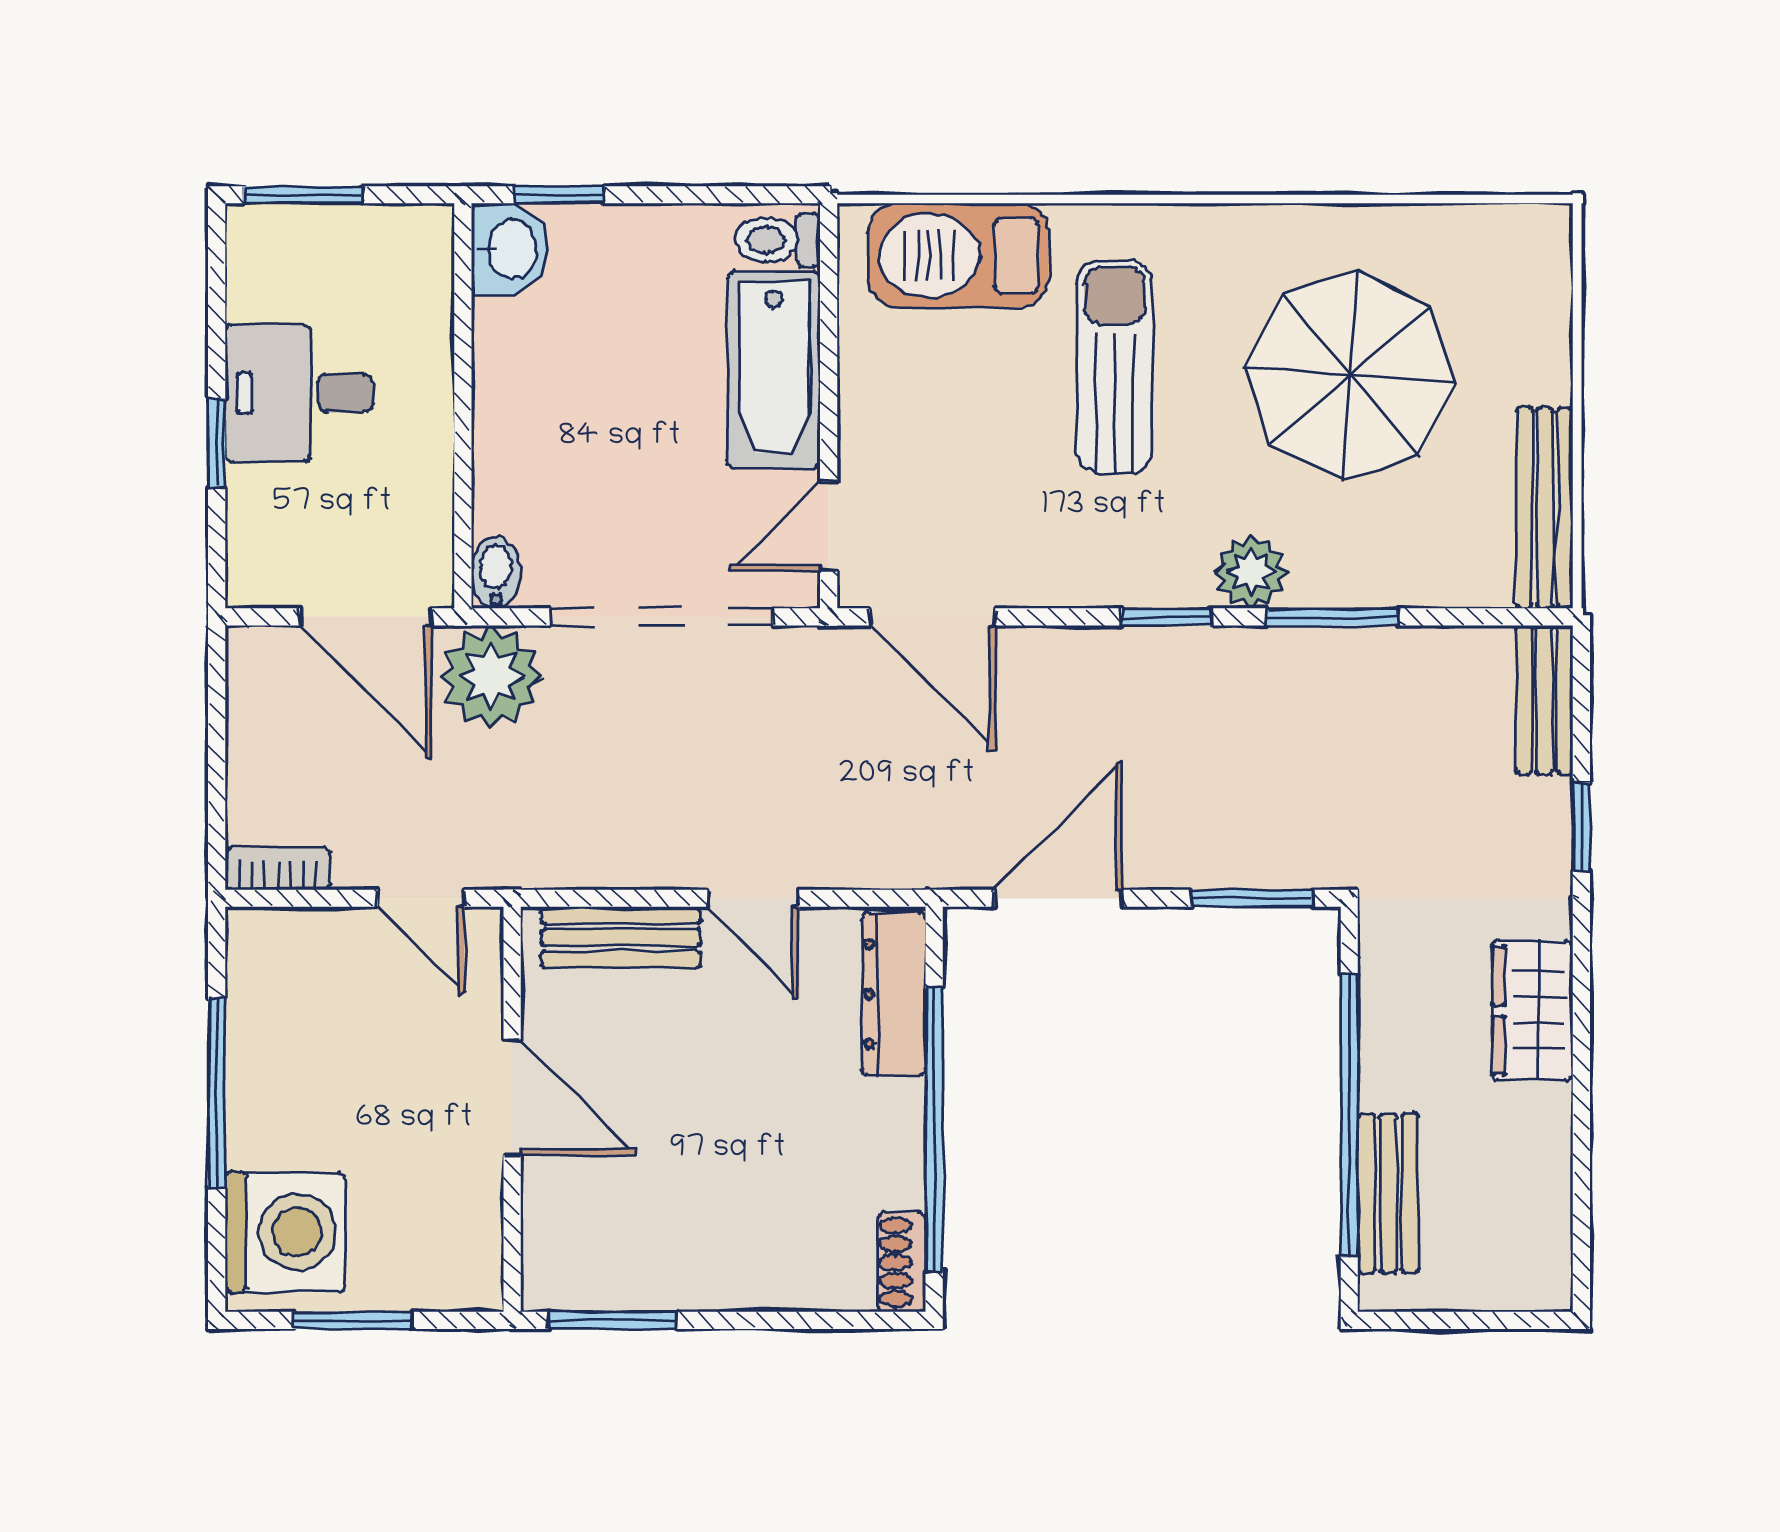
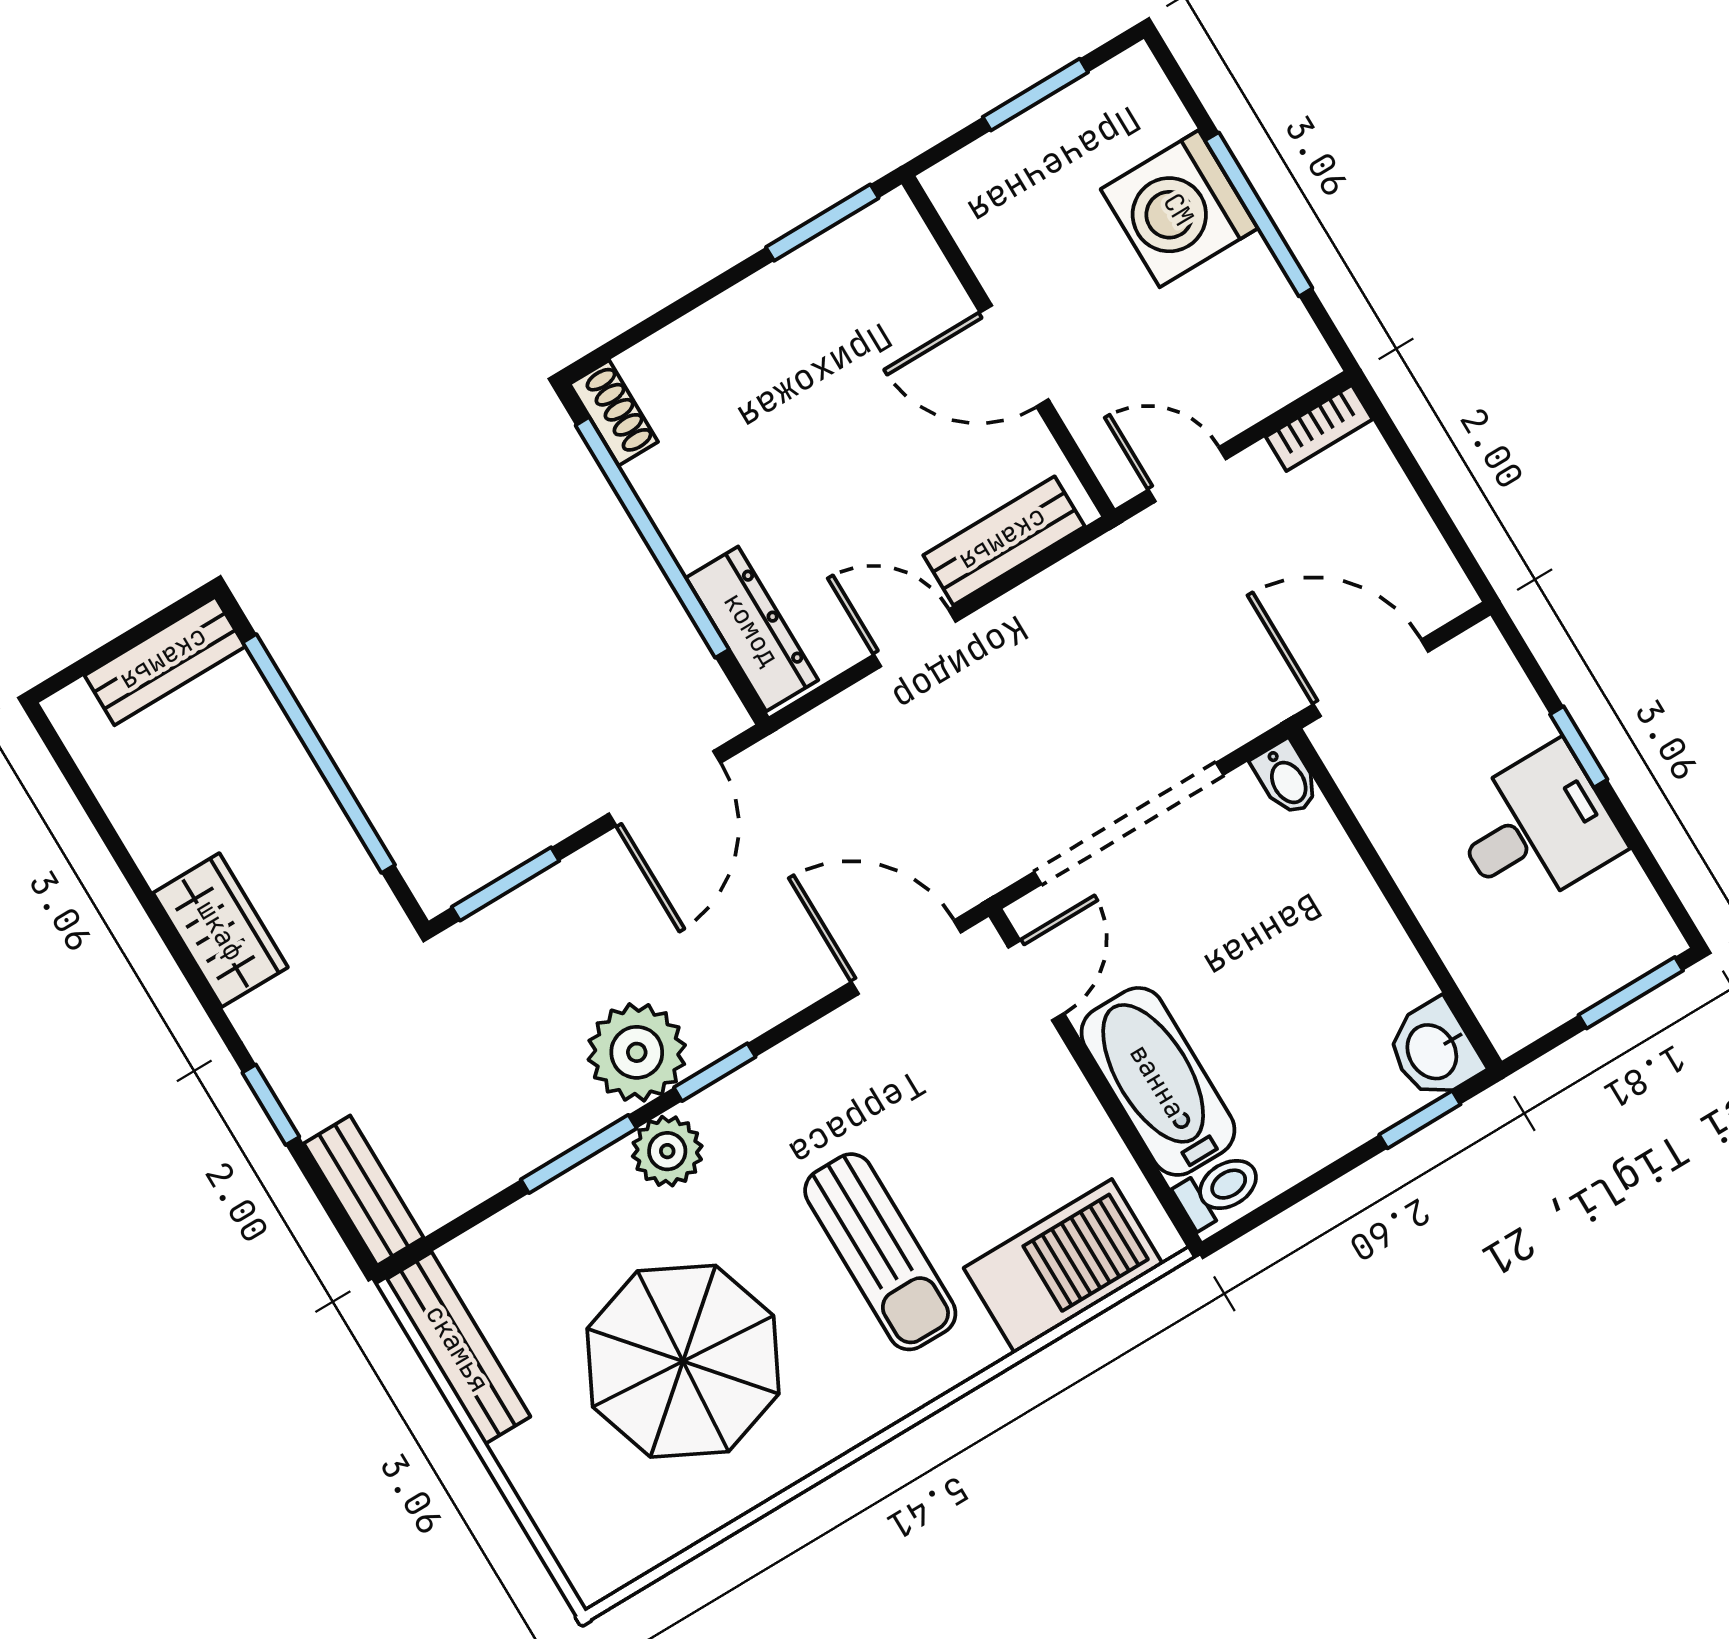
plant: (491, 677) -> (637, 1052), moved
bench: (1388, 1193) -> (165, 661), moved, turned 90
washing machine: (285, 1232) -> (1179, 209), moved

